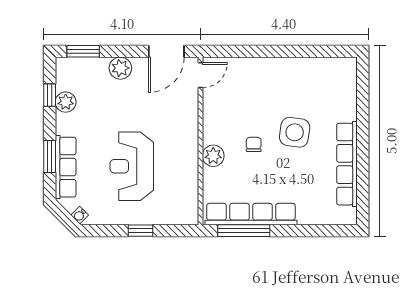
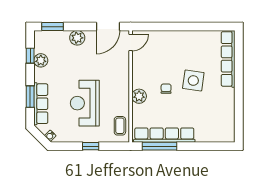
row of seats: (347, 164) -> (228, 59), moved
coffee table: (184, 200) -> (120, 126), added

